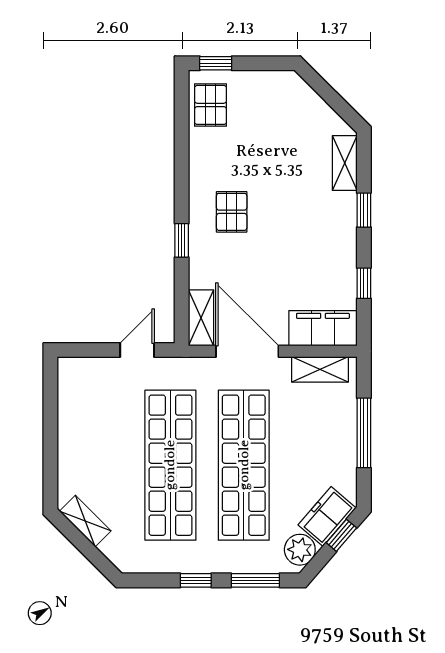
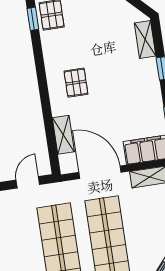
window: (182, 240) -> (33, 19), moved
shelving: (201, 318) -> (63, 135), moved

